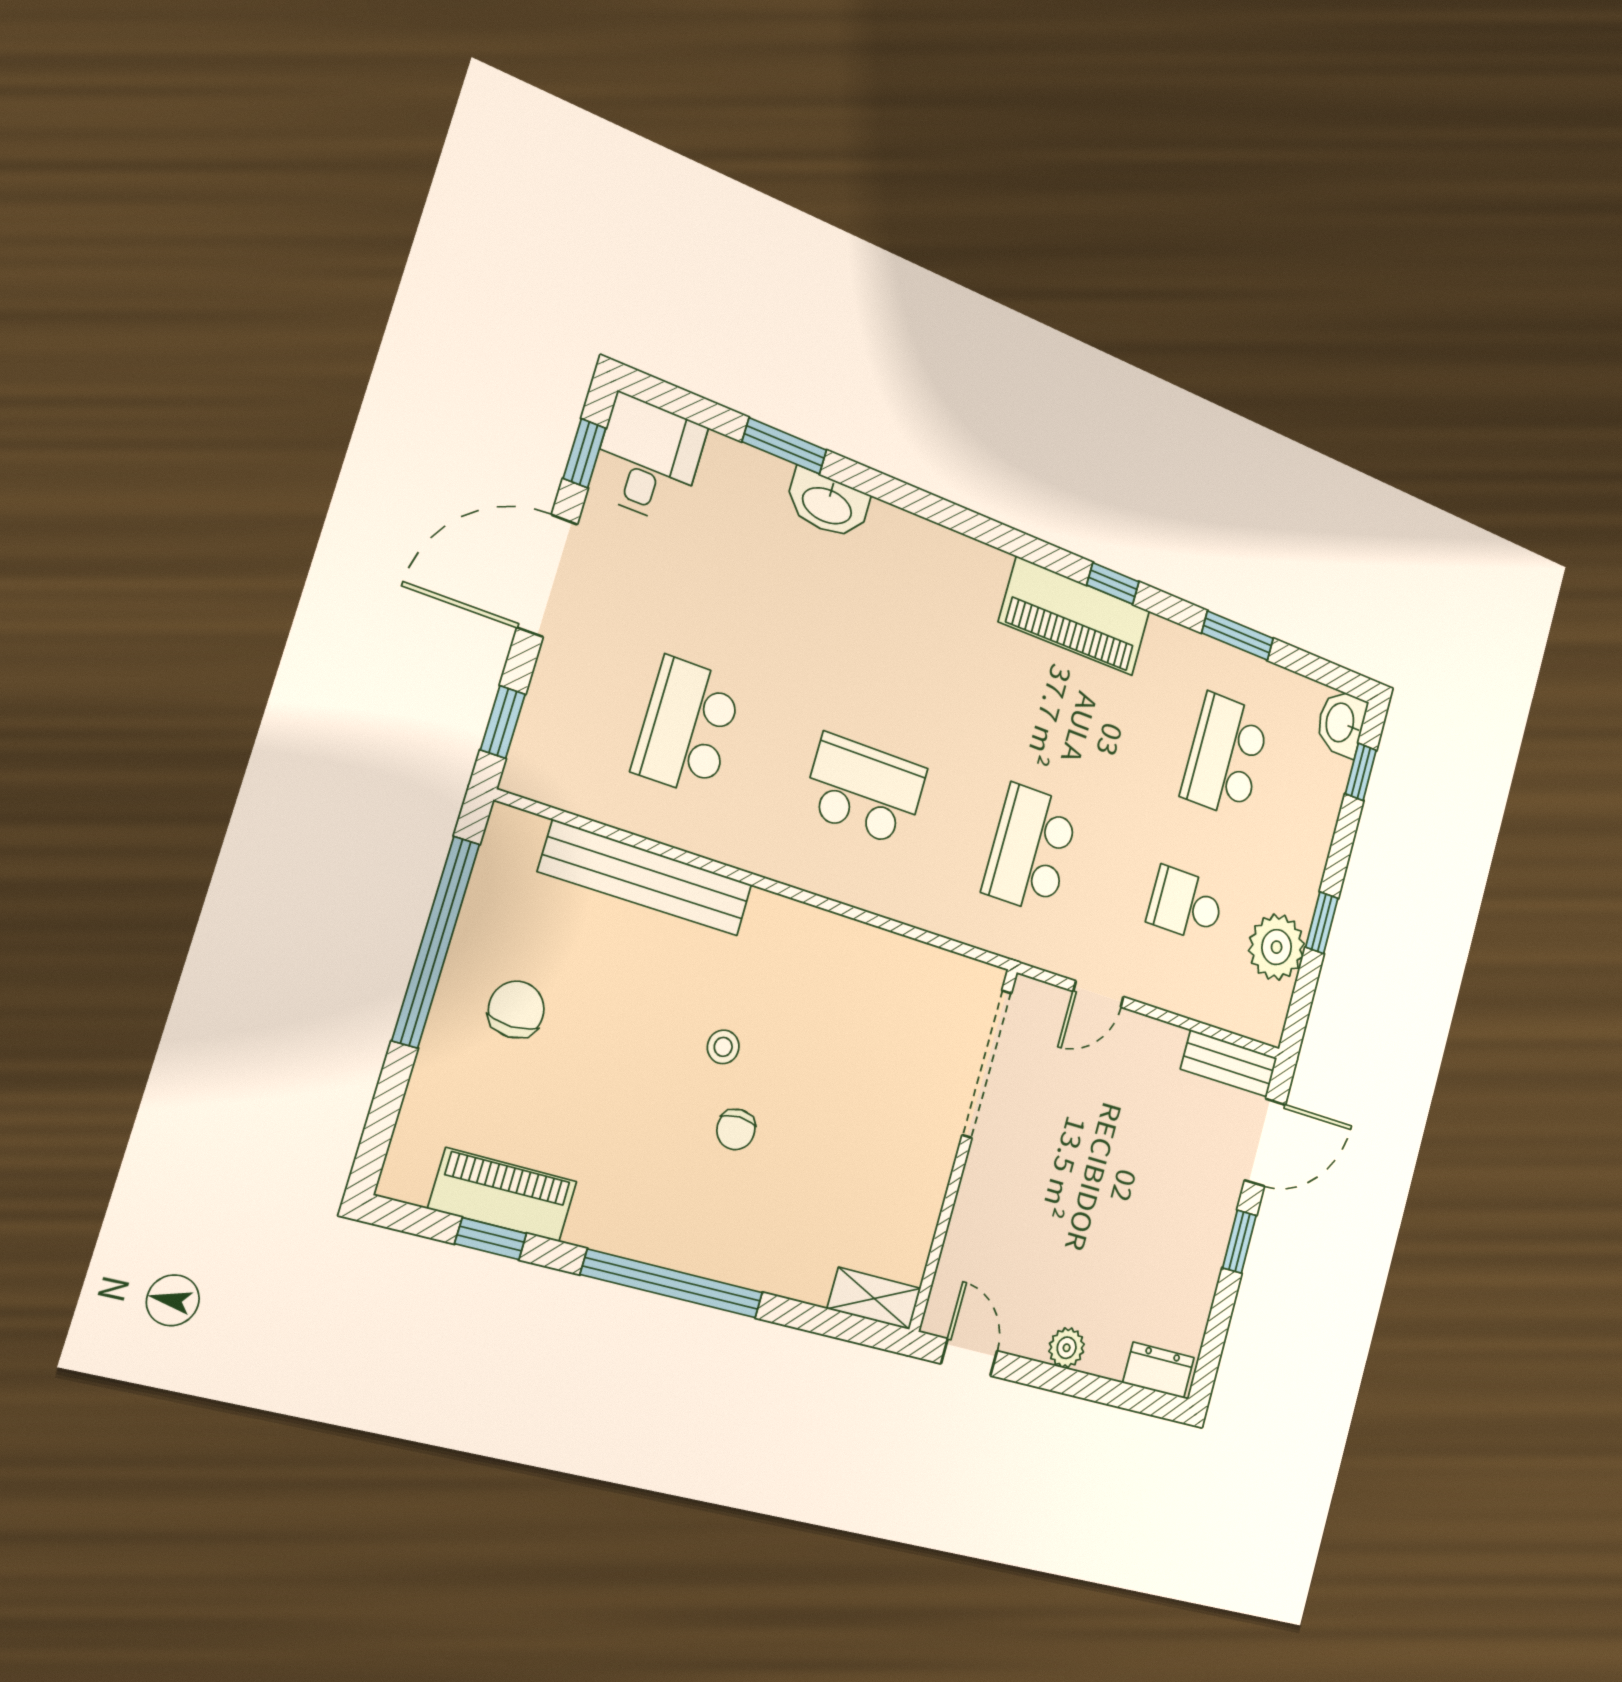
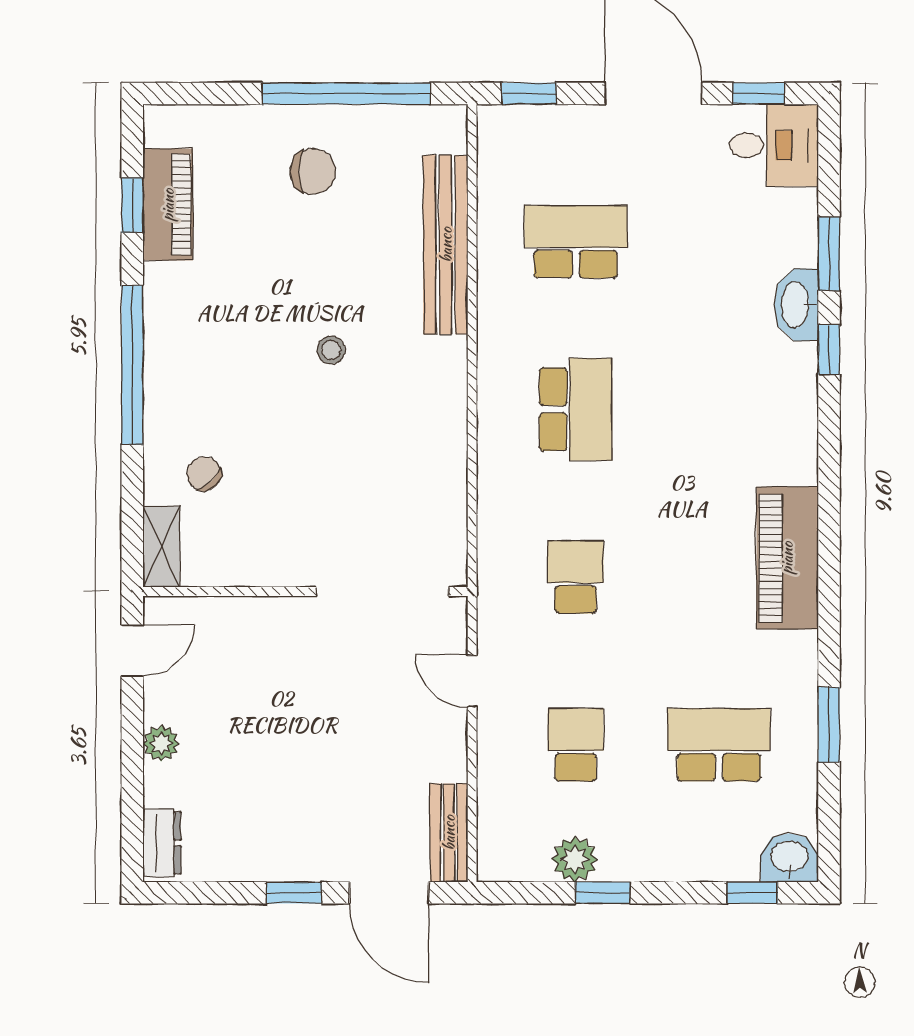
window: (1113, 583) -> (829, 350), moved
school desk: (1031, 849) -> (576, 577), width x0.54
plant: (1277, 947) -> (575, 859), width x0.73, depth x0.73
chair: (736, 1129) -> (204, 474), moved, turned 48

